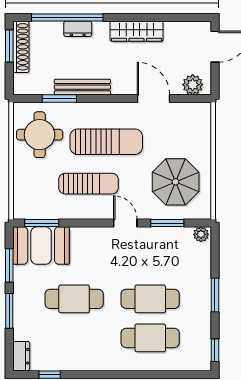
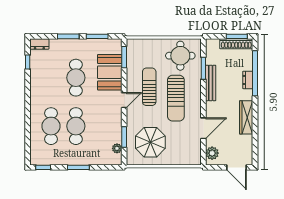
sun lounger: (88, 184) -> (149, 87), turned 180
door: (125, 223) -> (124, 100), moved
plant: (201, 234) -> (117, 148), moved
booth: (41, 246) -> (110, 72), moved

